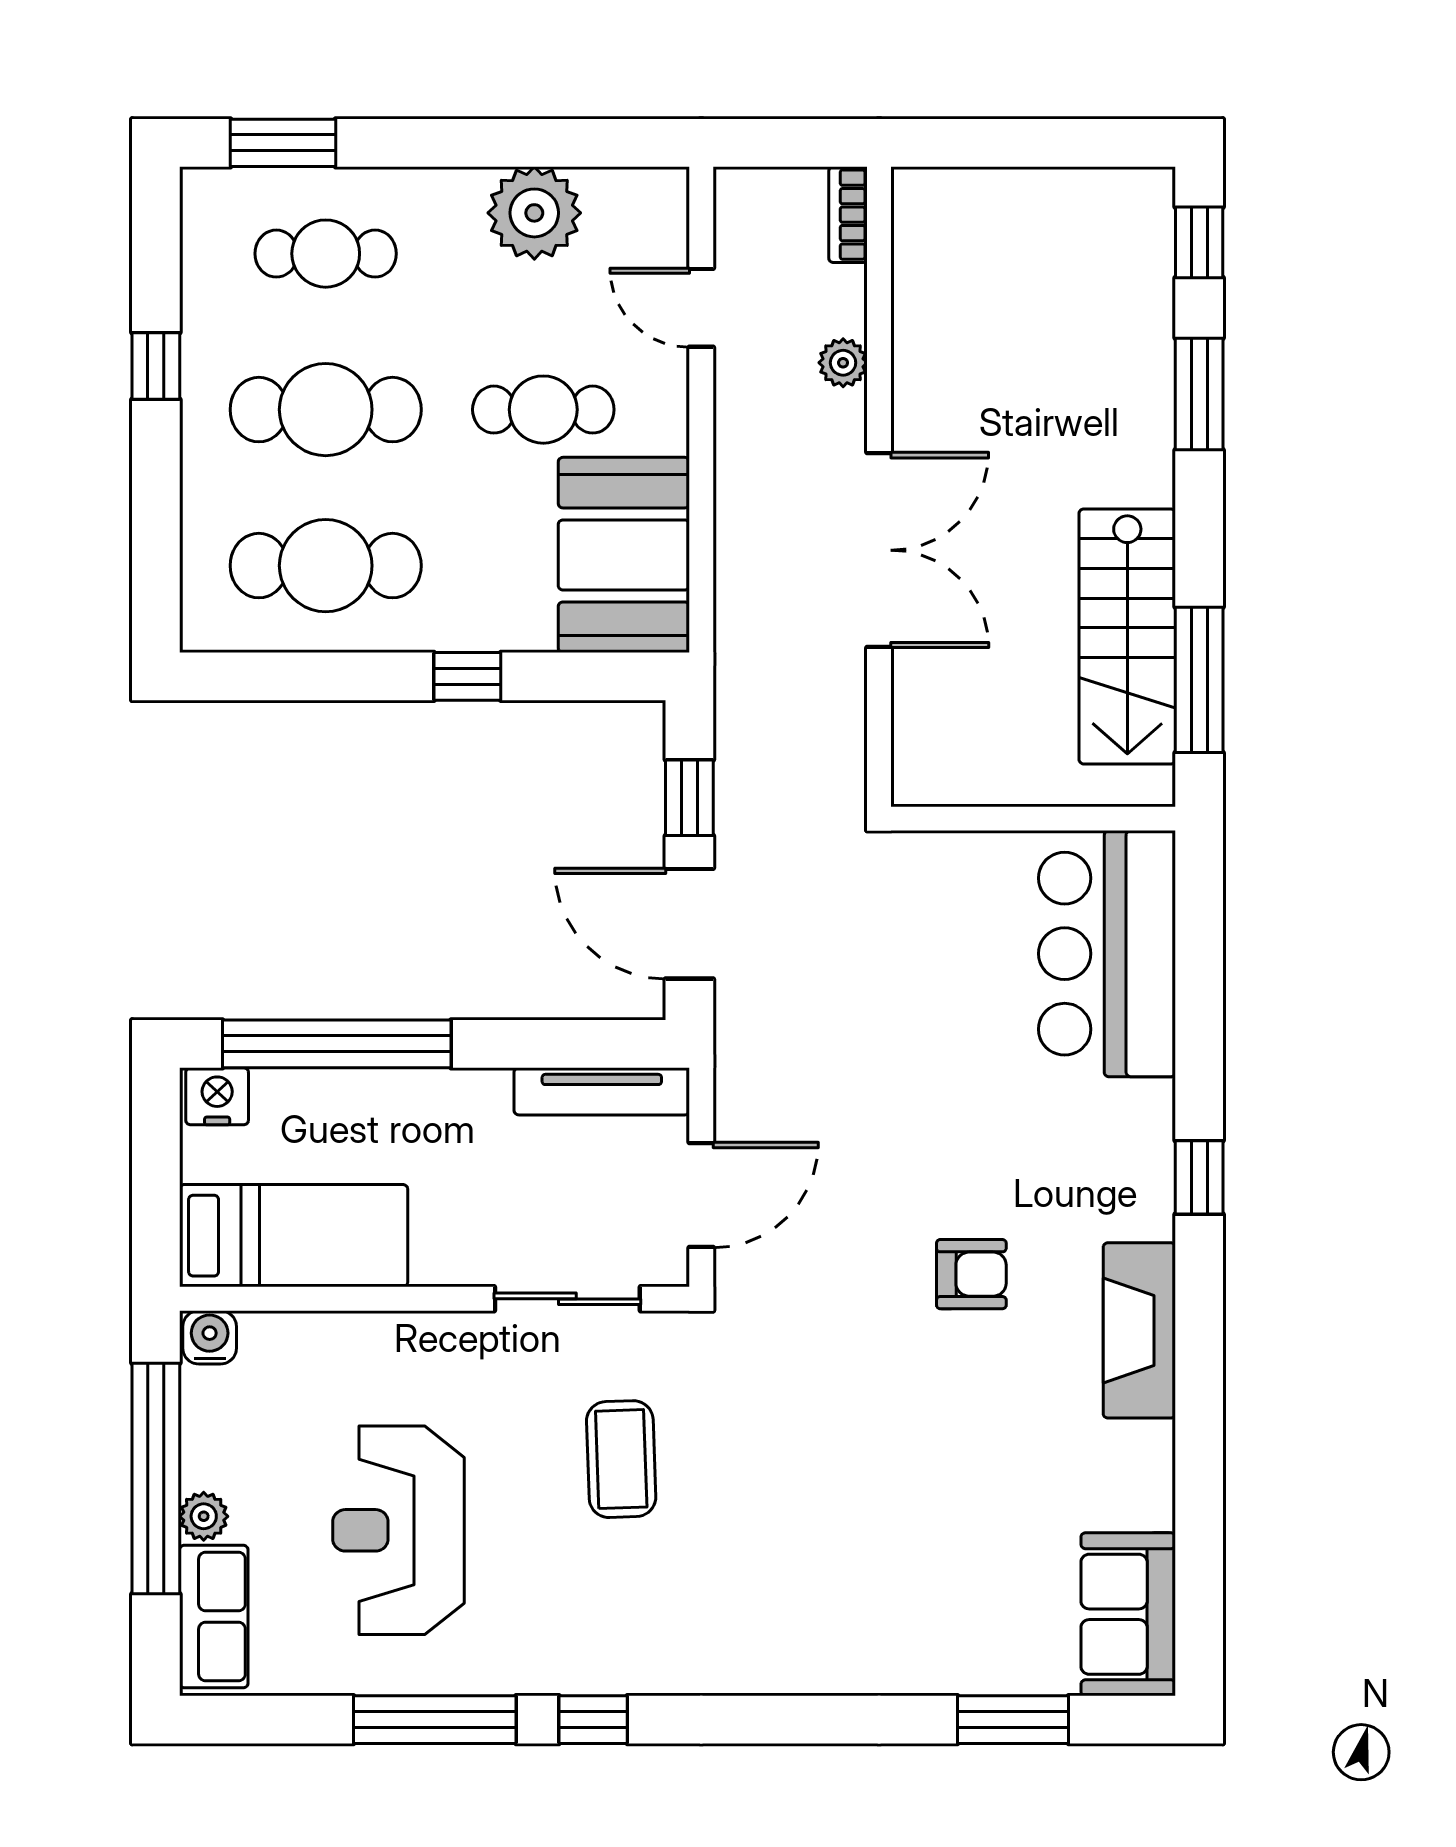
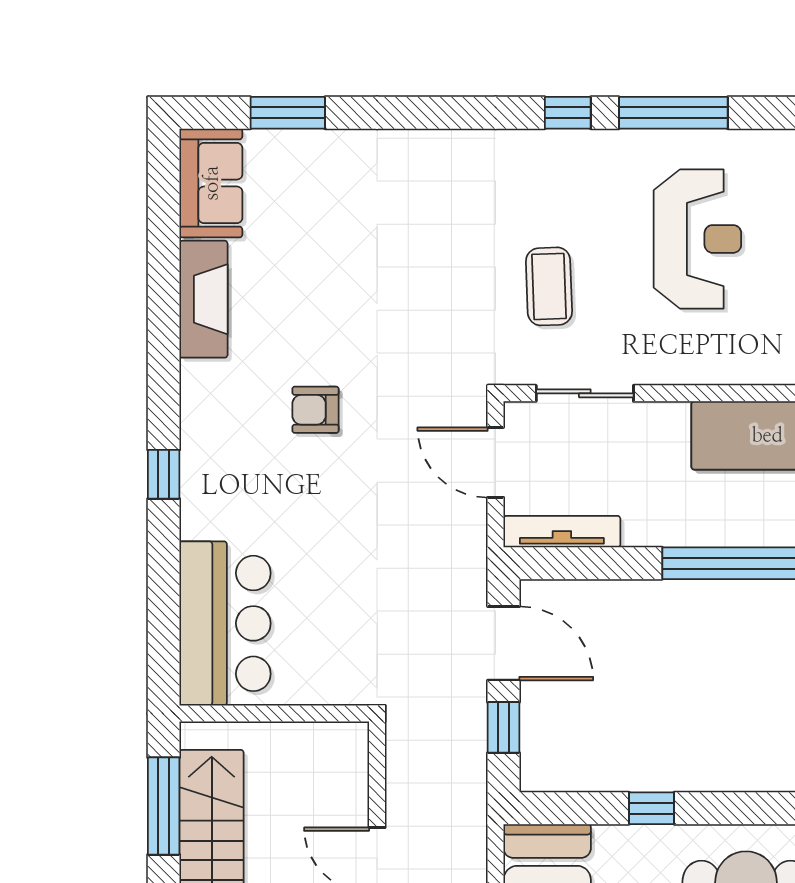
door: (701, 1195) -> (496, 462), hinge flipped
fireplace: (1139, 1330) -> (203, 299), moved

